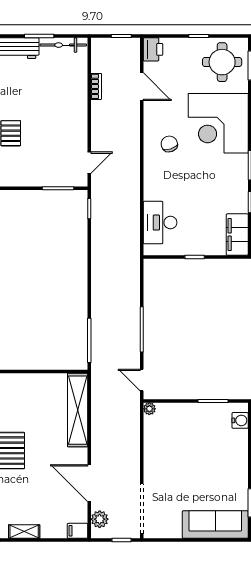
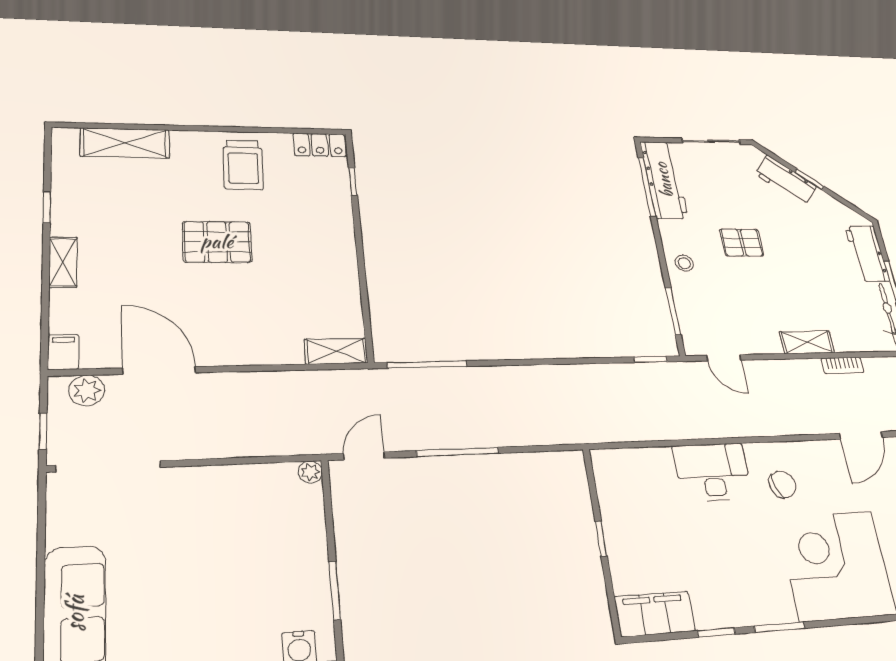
shelving: (80, 106) -> (807, 342), added
stool: (25, 174) -> (684, 263), added
desk: (160, 223) -> (712, 472), moved
shelving: (78, 410) -> (336, 351), width x0.45, depth x0.75
door: (89, 483) -> (159, 370), hinge flipped

